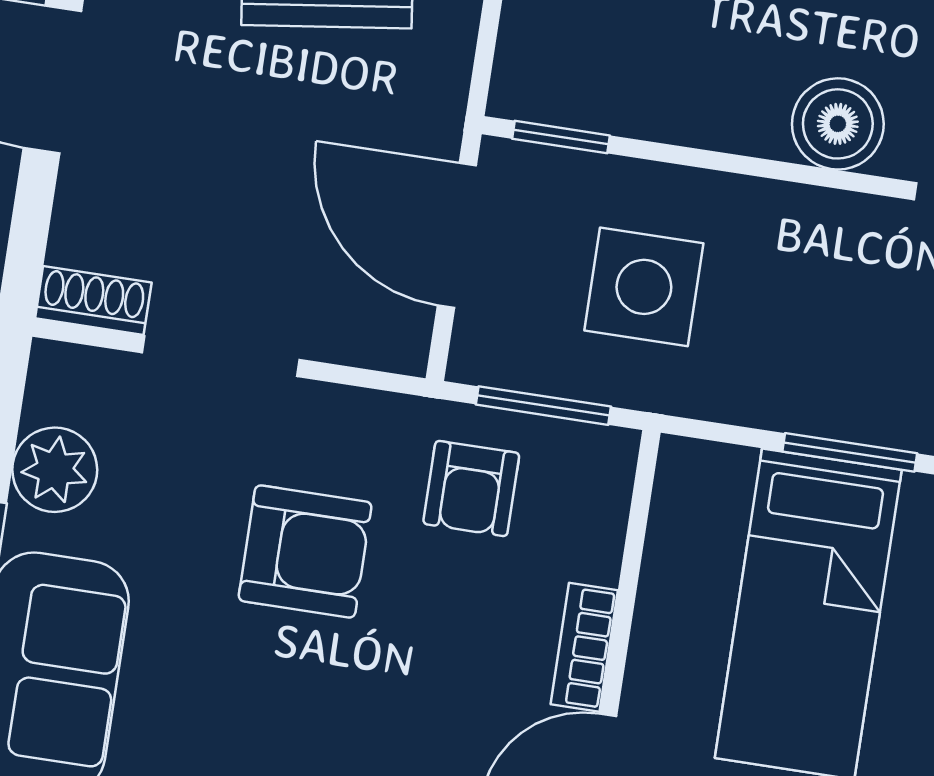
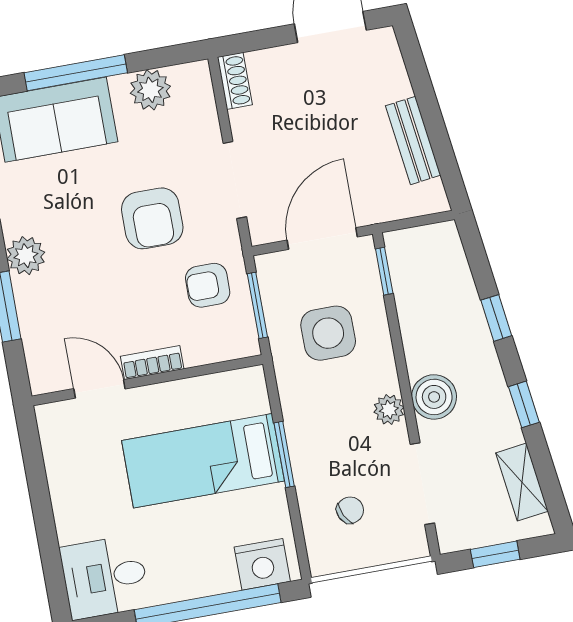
plant: (832, 220) -> (389, 410), added
doorway: (221, 356) -> (235, 180), moved

